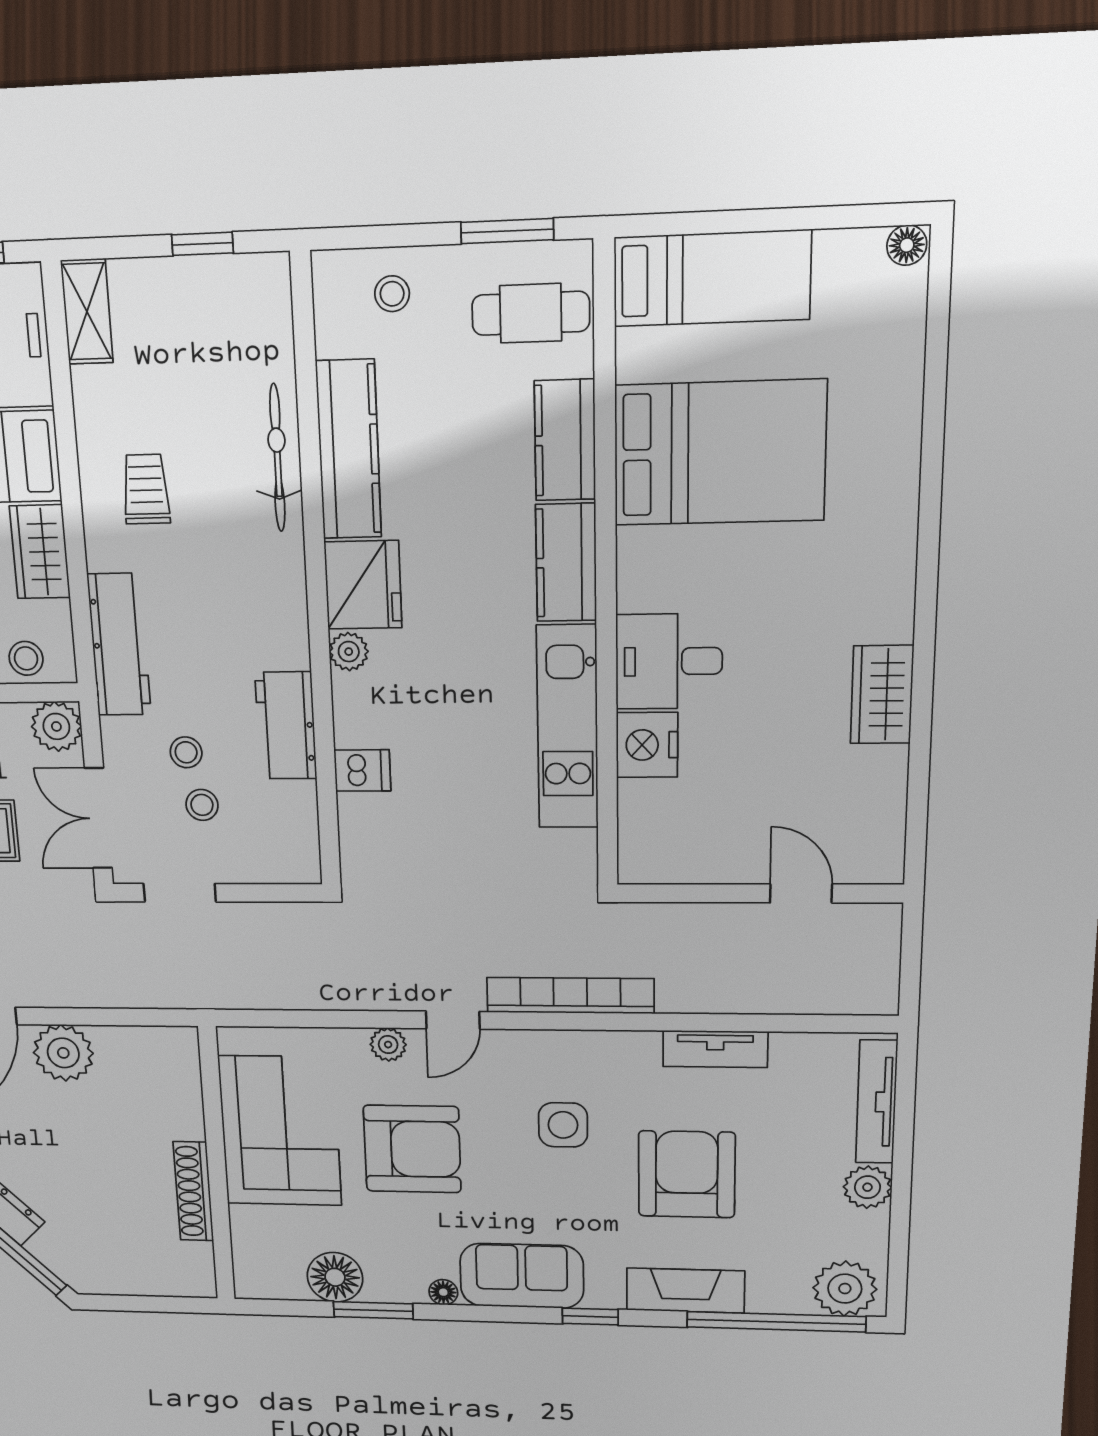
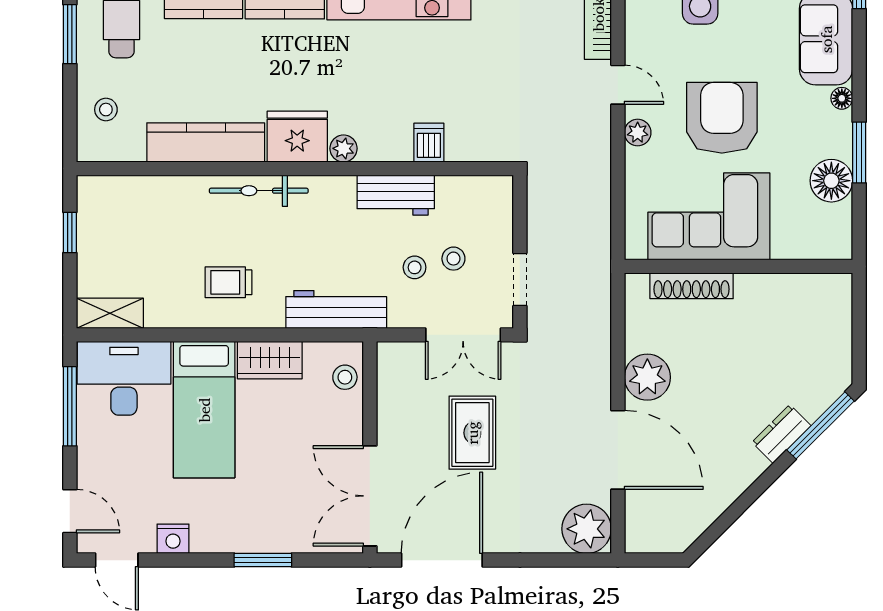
bicycle: (277, 458) -> (259, 191), moved
plant: (56, 726) -> (395, 360), removed
shoe rack: (193, 1191) -> (692, 286), moved

